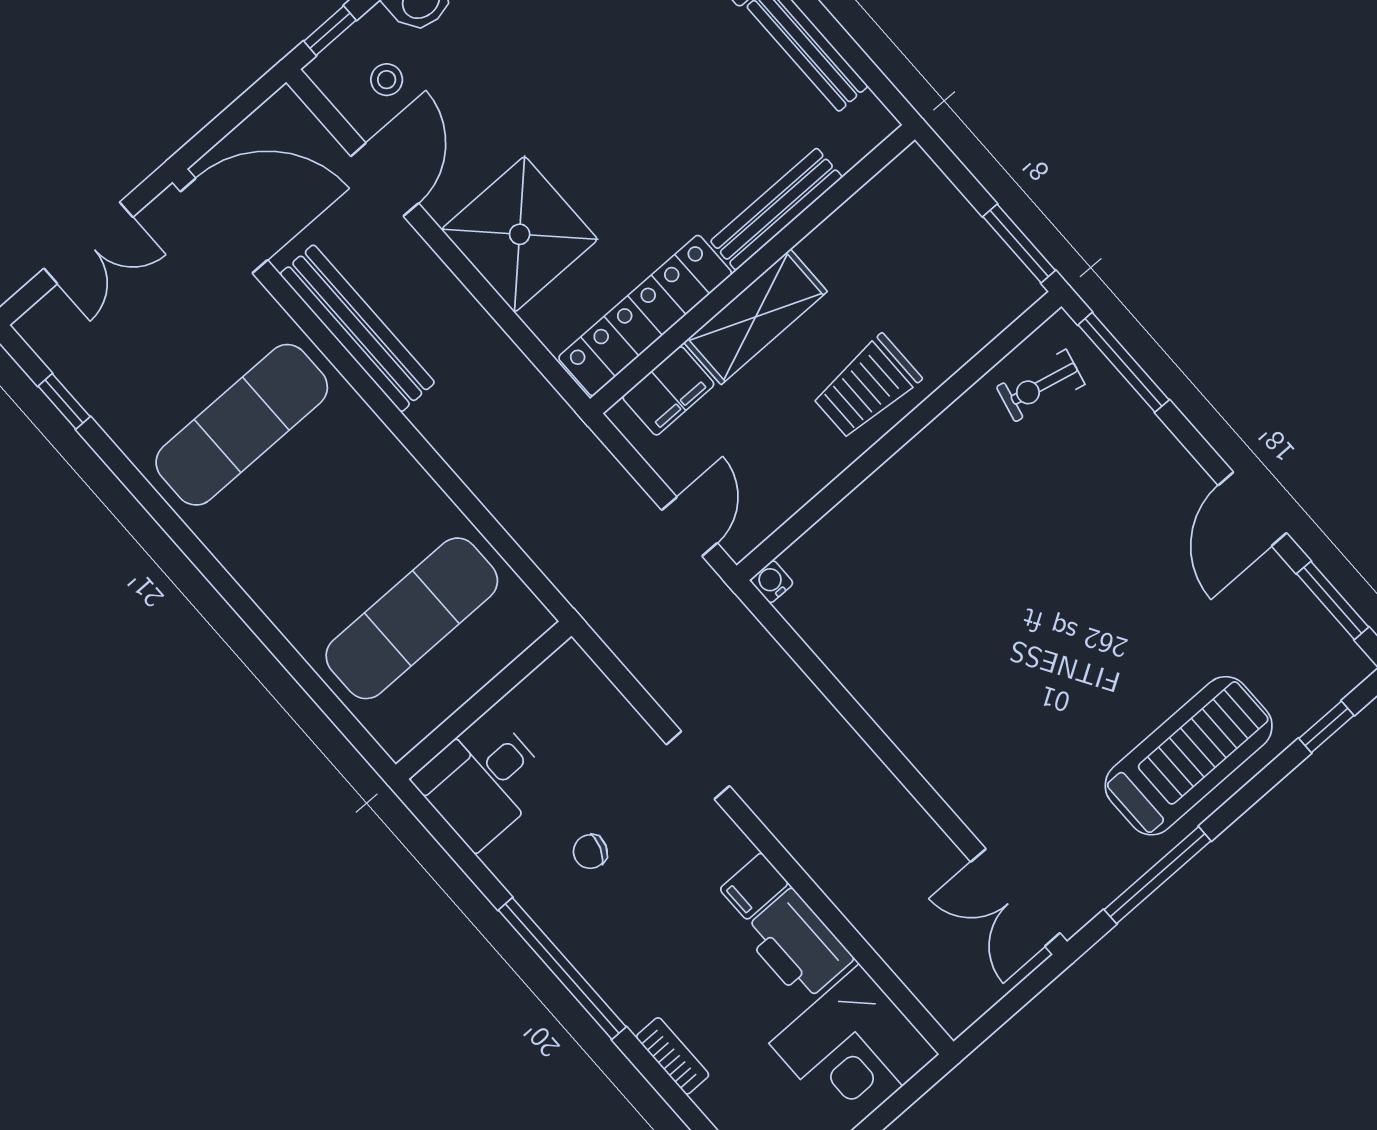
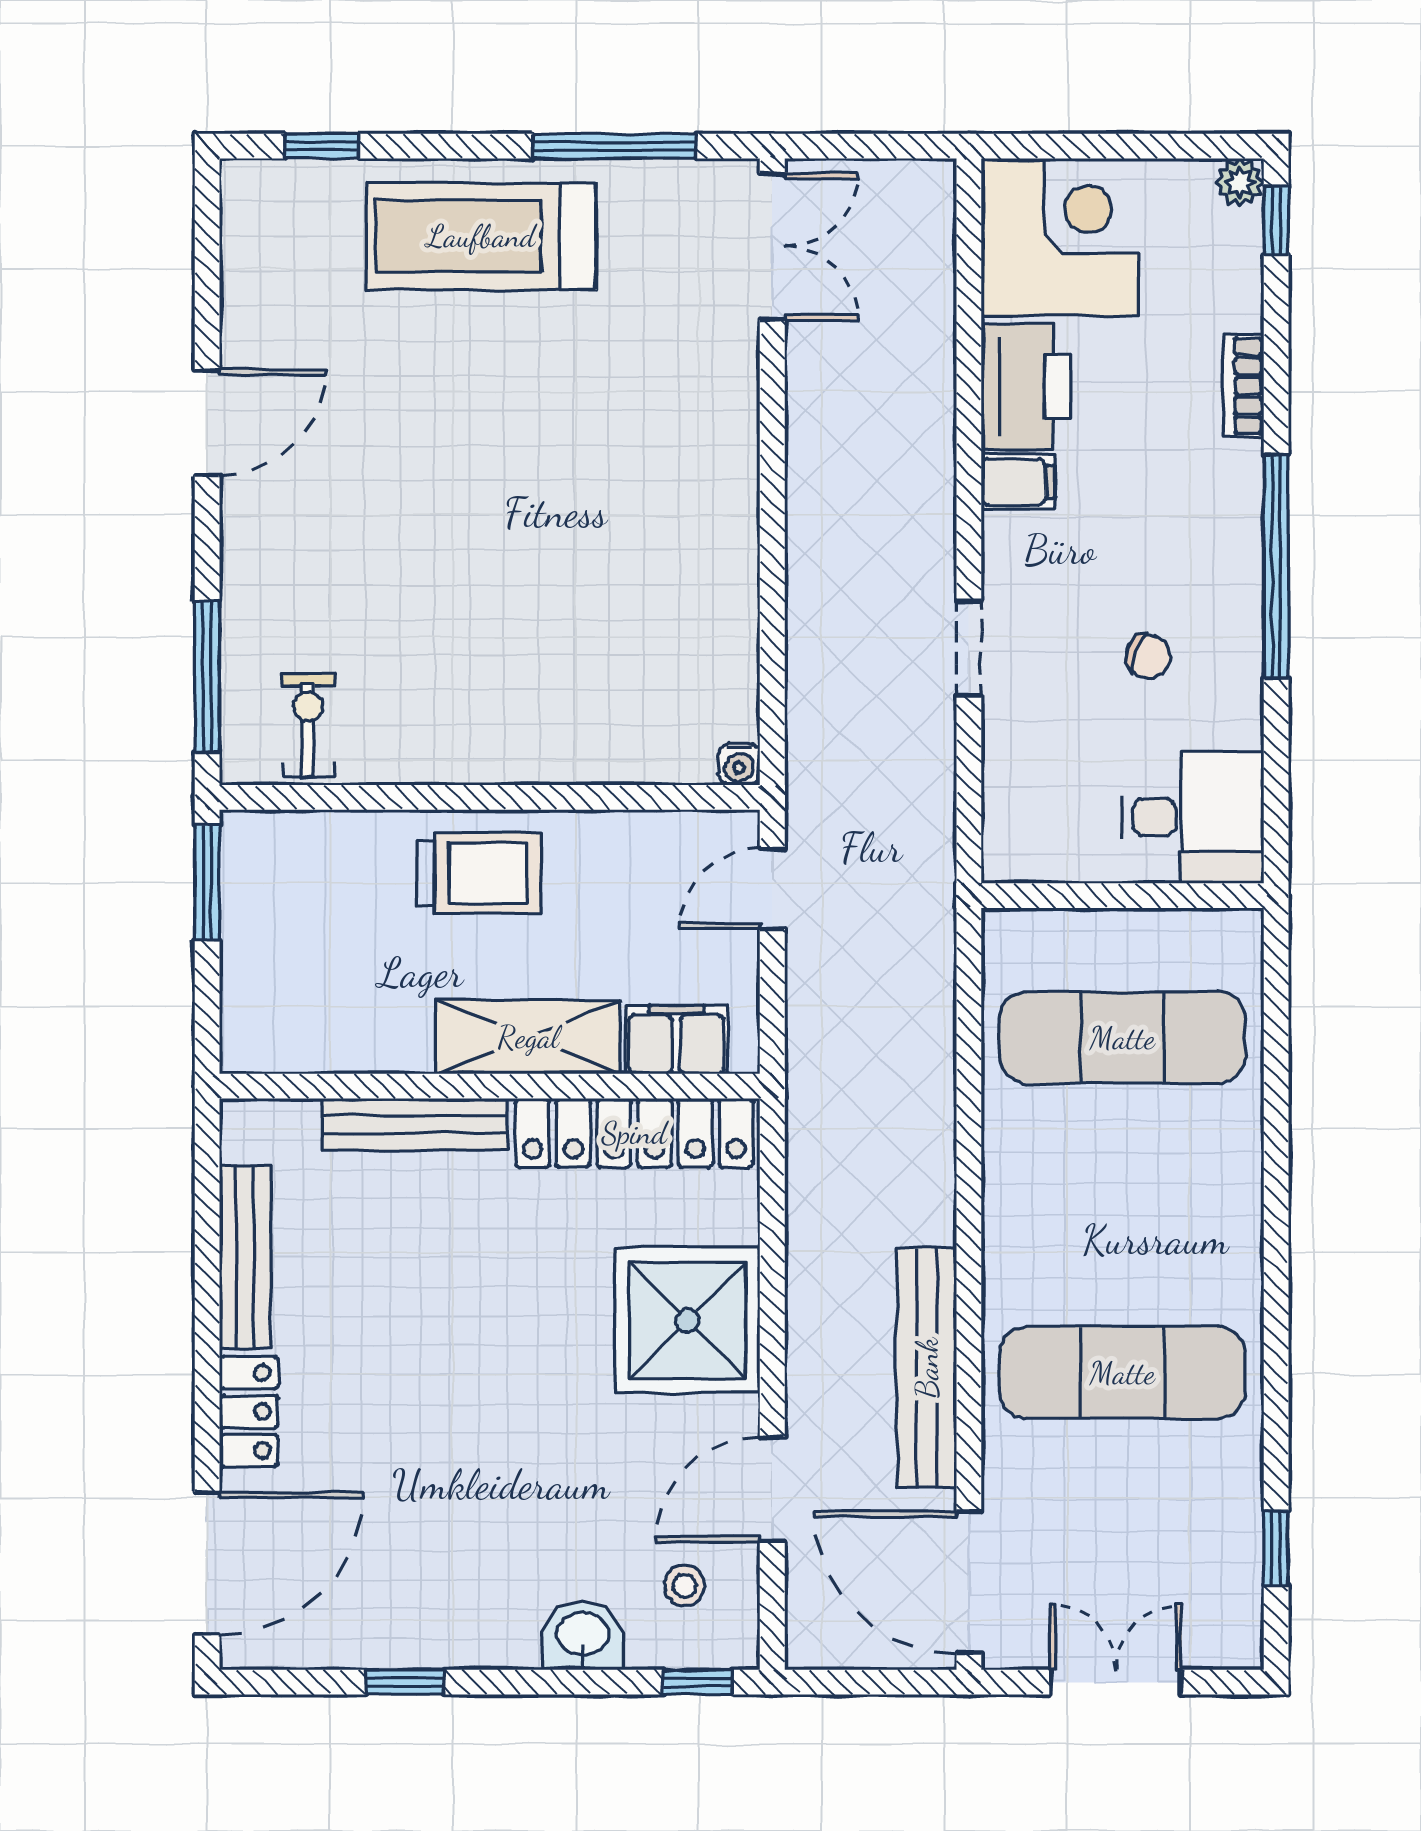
exercise bike: (1041, 386) -> (308, 725), turned -103
window: (1333, 600) -> (207, 264), removed

